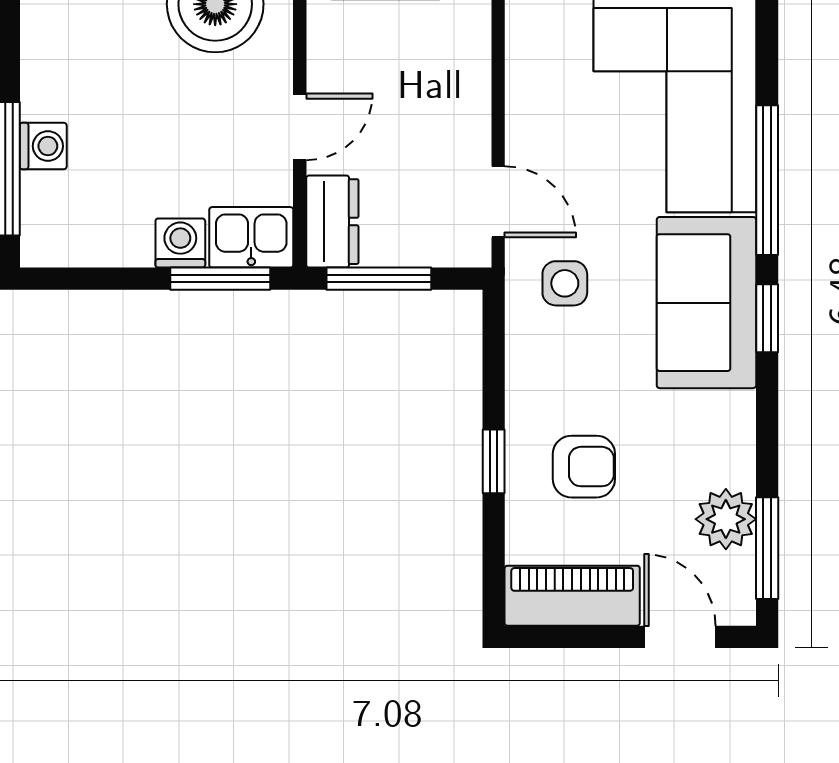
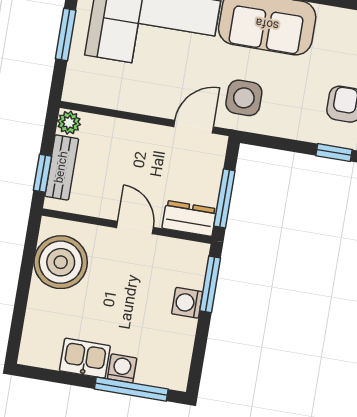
kitchen sink: (251, 237) -> (85, 358), moved, turned 90
side table: (565, 283) -> (244, 98), width x1.37, depth x1.37

